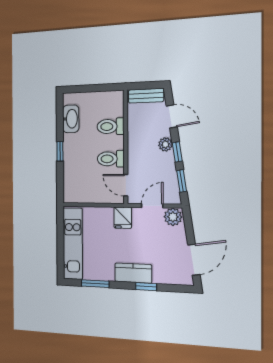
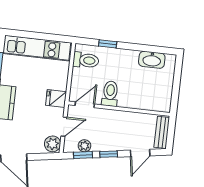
toilet: (111, 126) -> (86, 60), moved, turned 90
plant: (165, 144) -> (84, 146), moved
window: (60, 151) -> (108, 44), moved
door: (152, 206) -> (64, 127), hinge flipped

